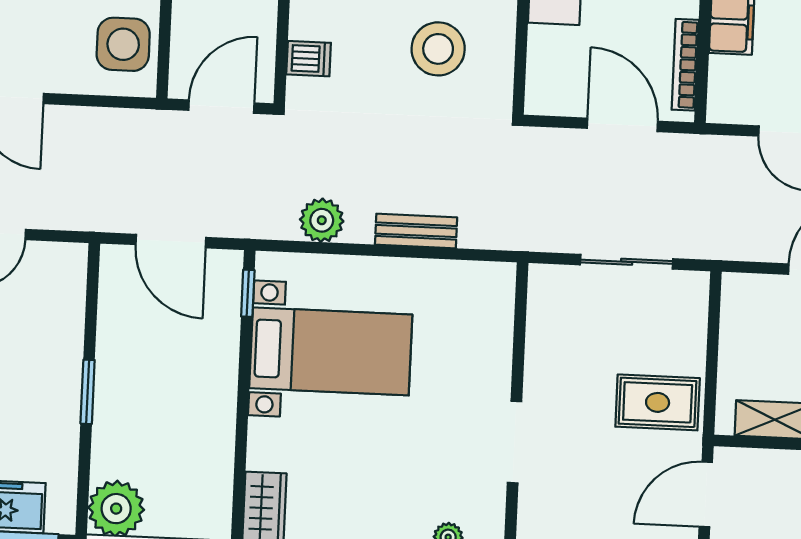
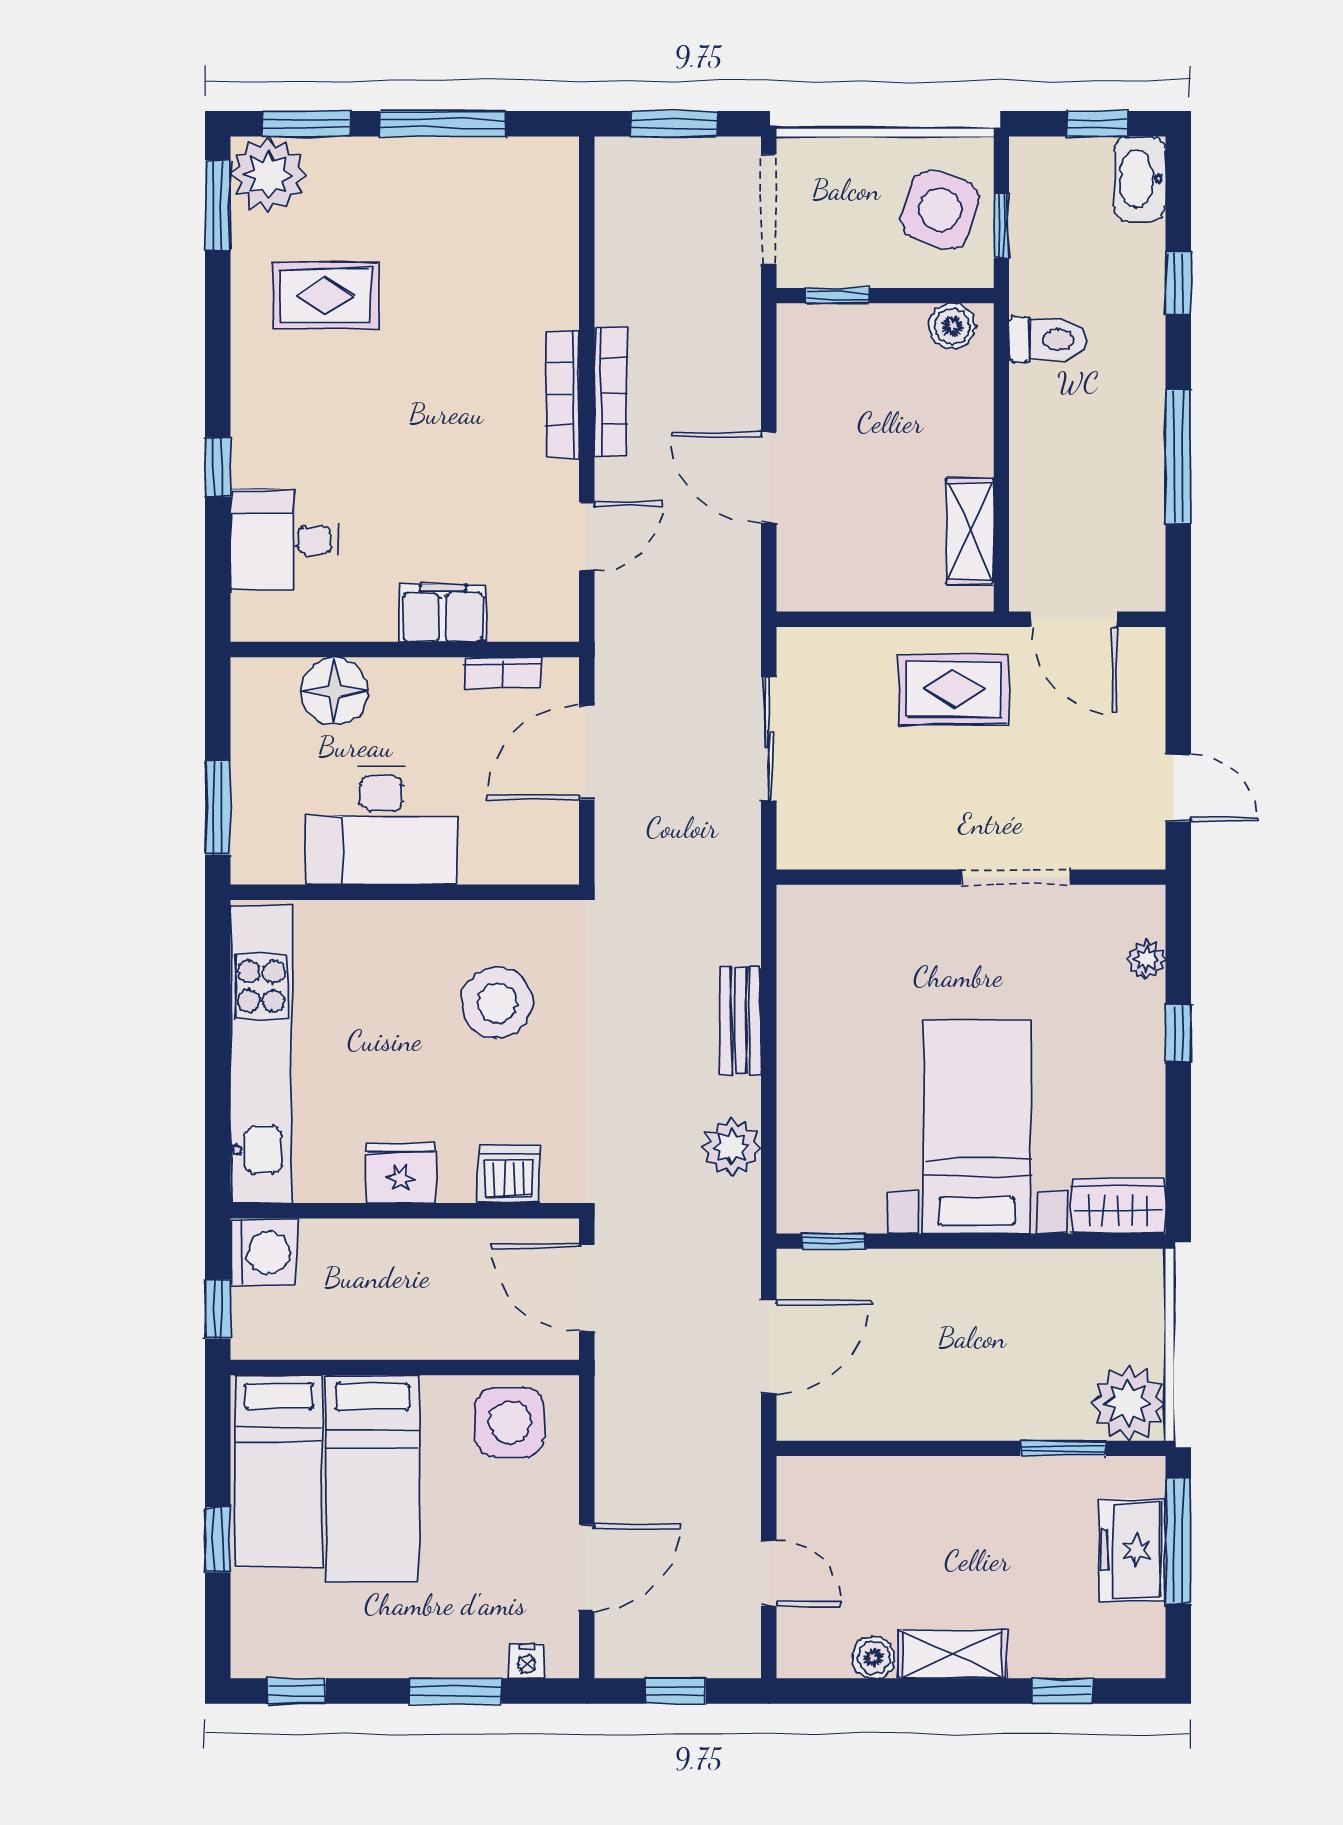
dishwasher: (309, 59) -> (509, 1174), width x1.38
bookcase: (685, 65) -> (503, 673), width x0.64
bed with nightstands: (331, 351) -> (977, 1127), moved
window: (88, 392) -> (1063, 1448), moved
rug: (658, 402) -> (954, 689), turned 90

